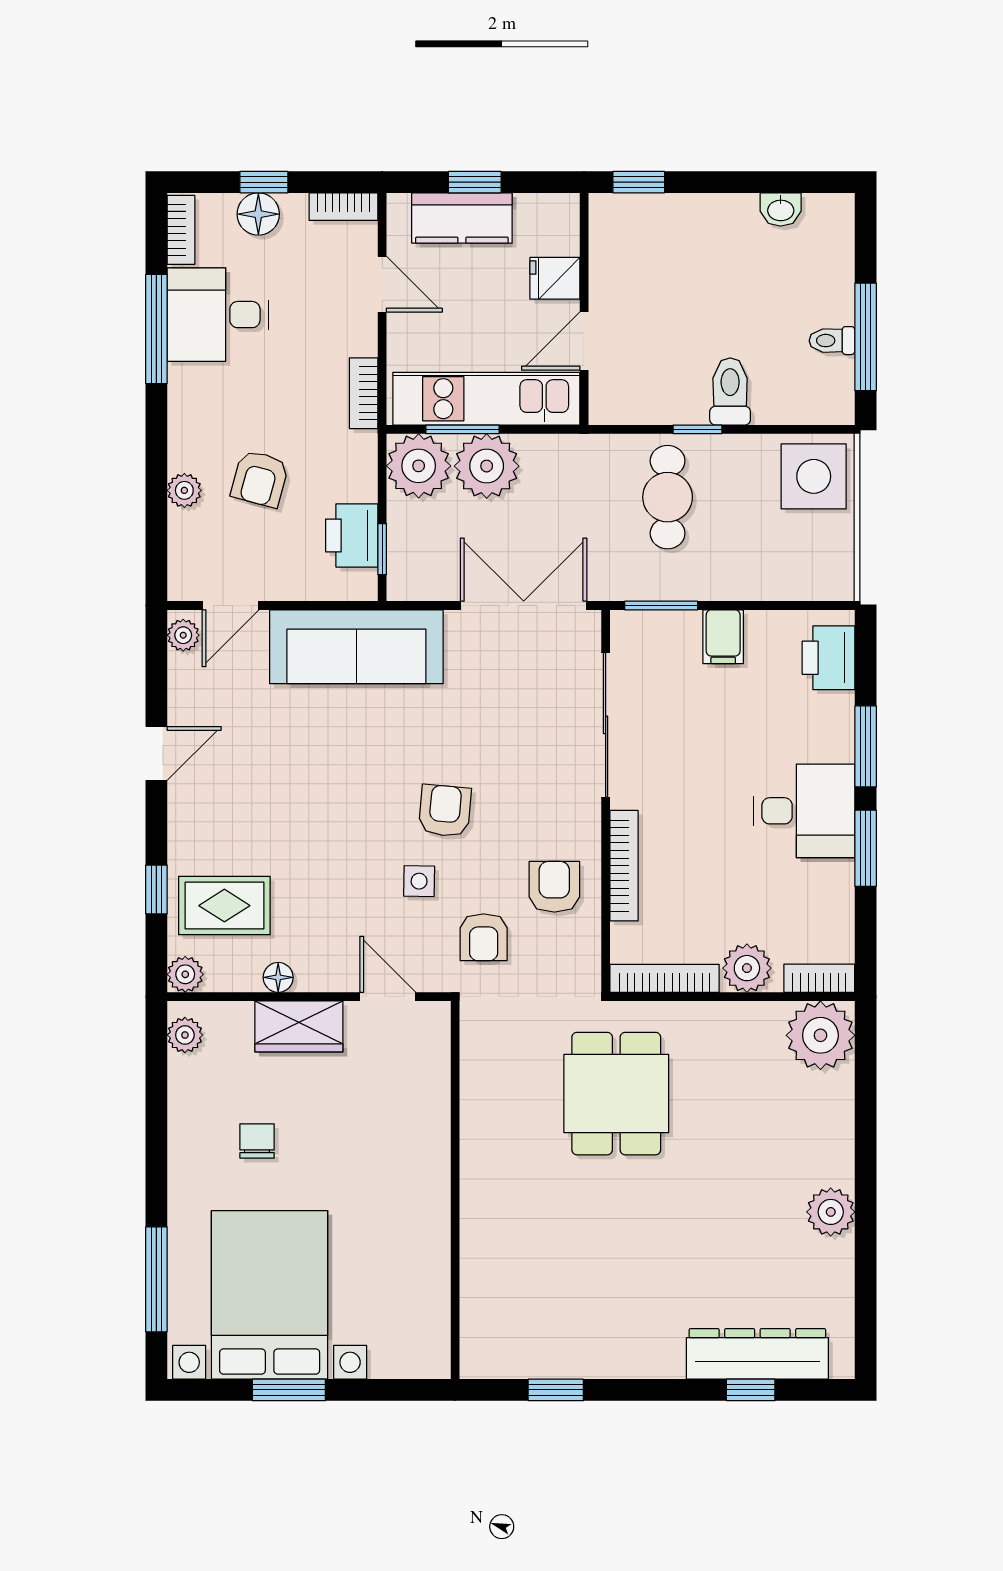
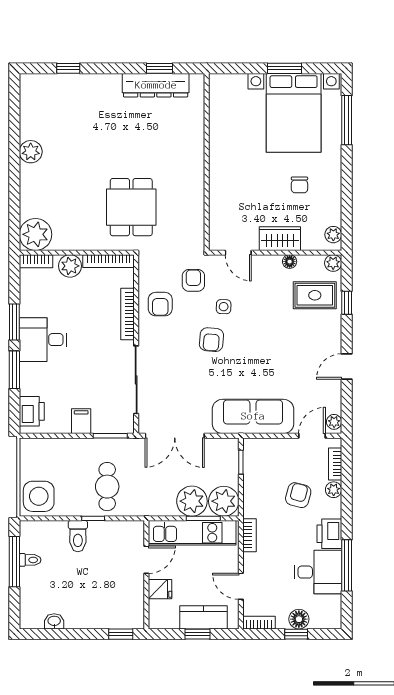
bookcase: (181, 230) -> (335, 464), moved
printer: (352, 535) -> (329, 534), moved, turned 180
dresser: (757, 1354) -> (156, 85), moved

